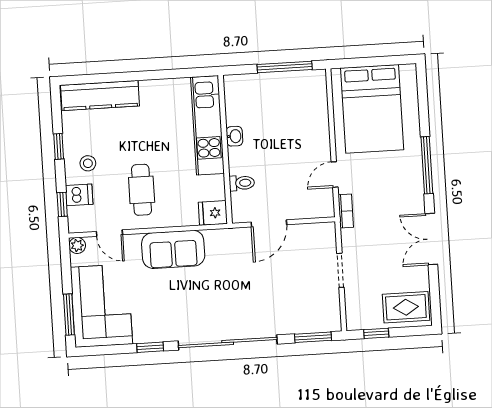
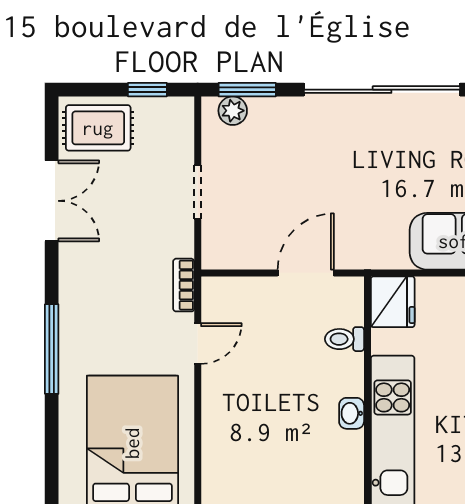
fridge: (213, 213) -> (393, 302), width x1.38
double door: (431, 239) -> (52, 201), moved
plant: (321, 323) -> (233, 111), added

